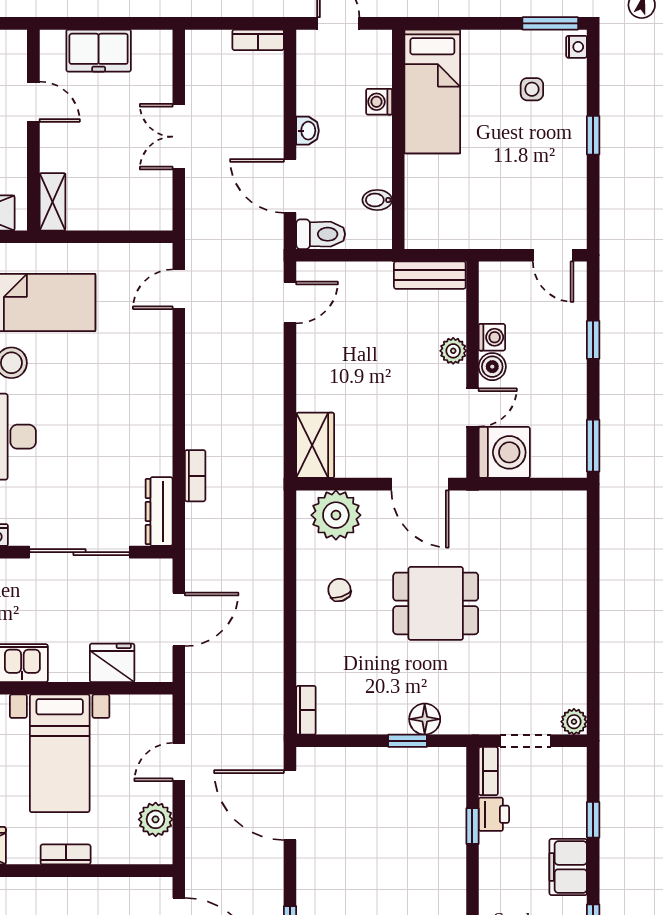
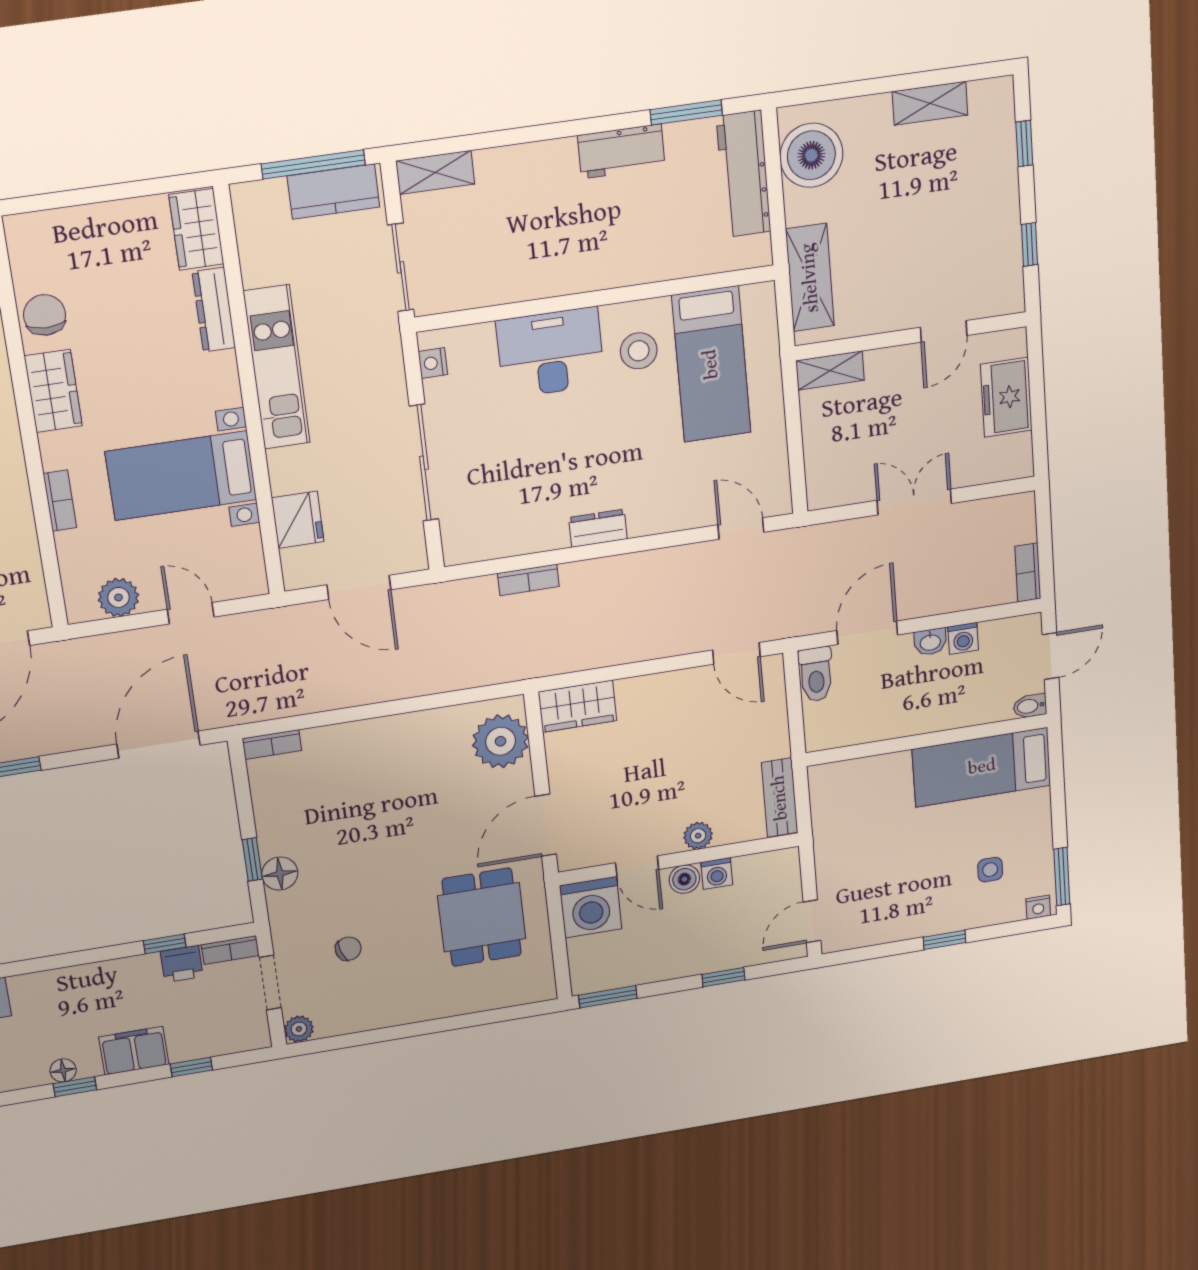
washing machine: (379, 102) -> (963, 638), moved, turned 180
bidet: (377, 200) -> (1030, 706), moved, turned -90
dresser: (159, 512) -> (598, 528), moved, width x0.70
chair: (339, 590) -> (348, 949), moved
dining table: (436, 603) -> (482, 917), moved

